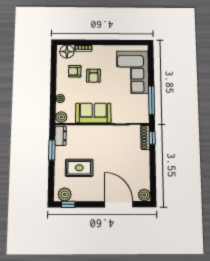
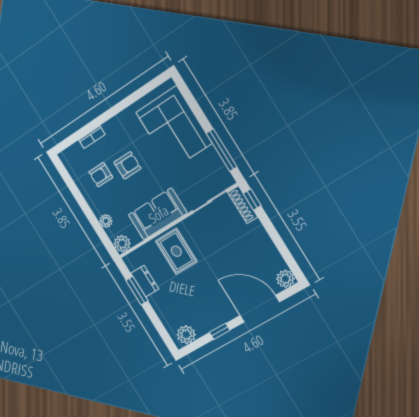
floor lamp: (67, 52) -> (75, 155), removed
armchair: (93, 76) -> (127, 165), turned -90
dresser: (61, 136) -> (145, 281), moved
rug: (79, 168) -> (176, 251), moved, turned 90
window: (68, 204) -> (220, 331), moved

